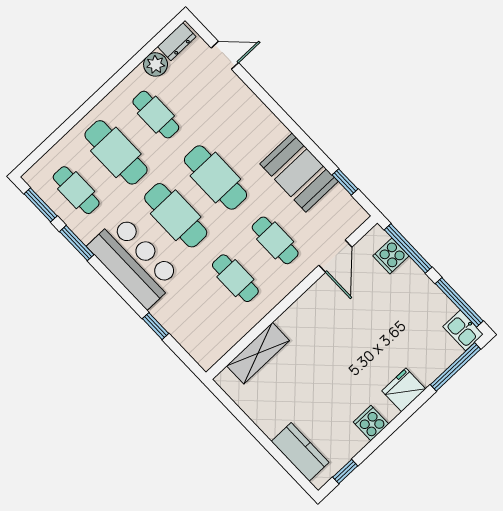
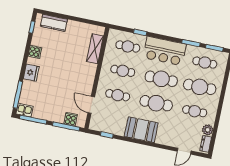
booth: (299, 173) -> (141, 130), moved
cafe table: (196, 316) -> (128, 46), added

